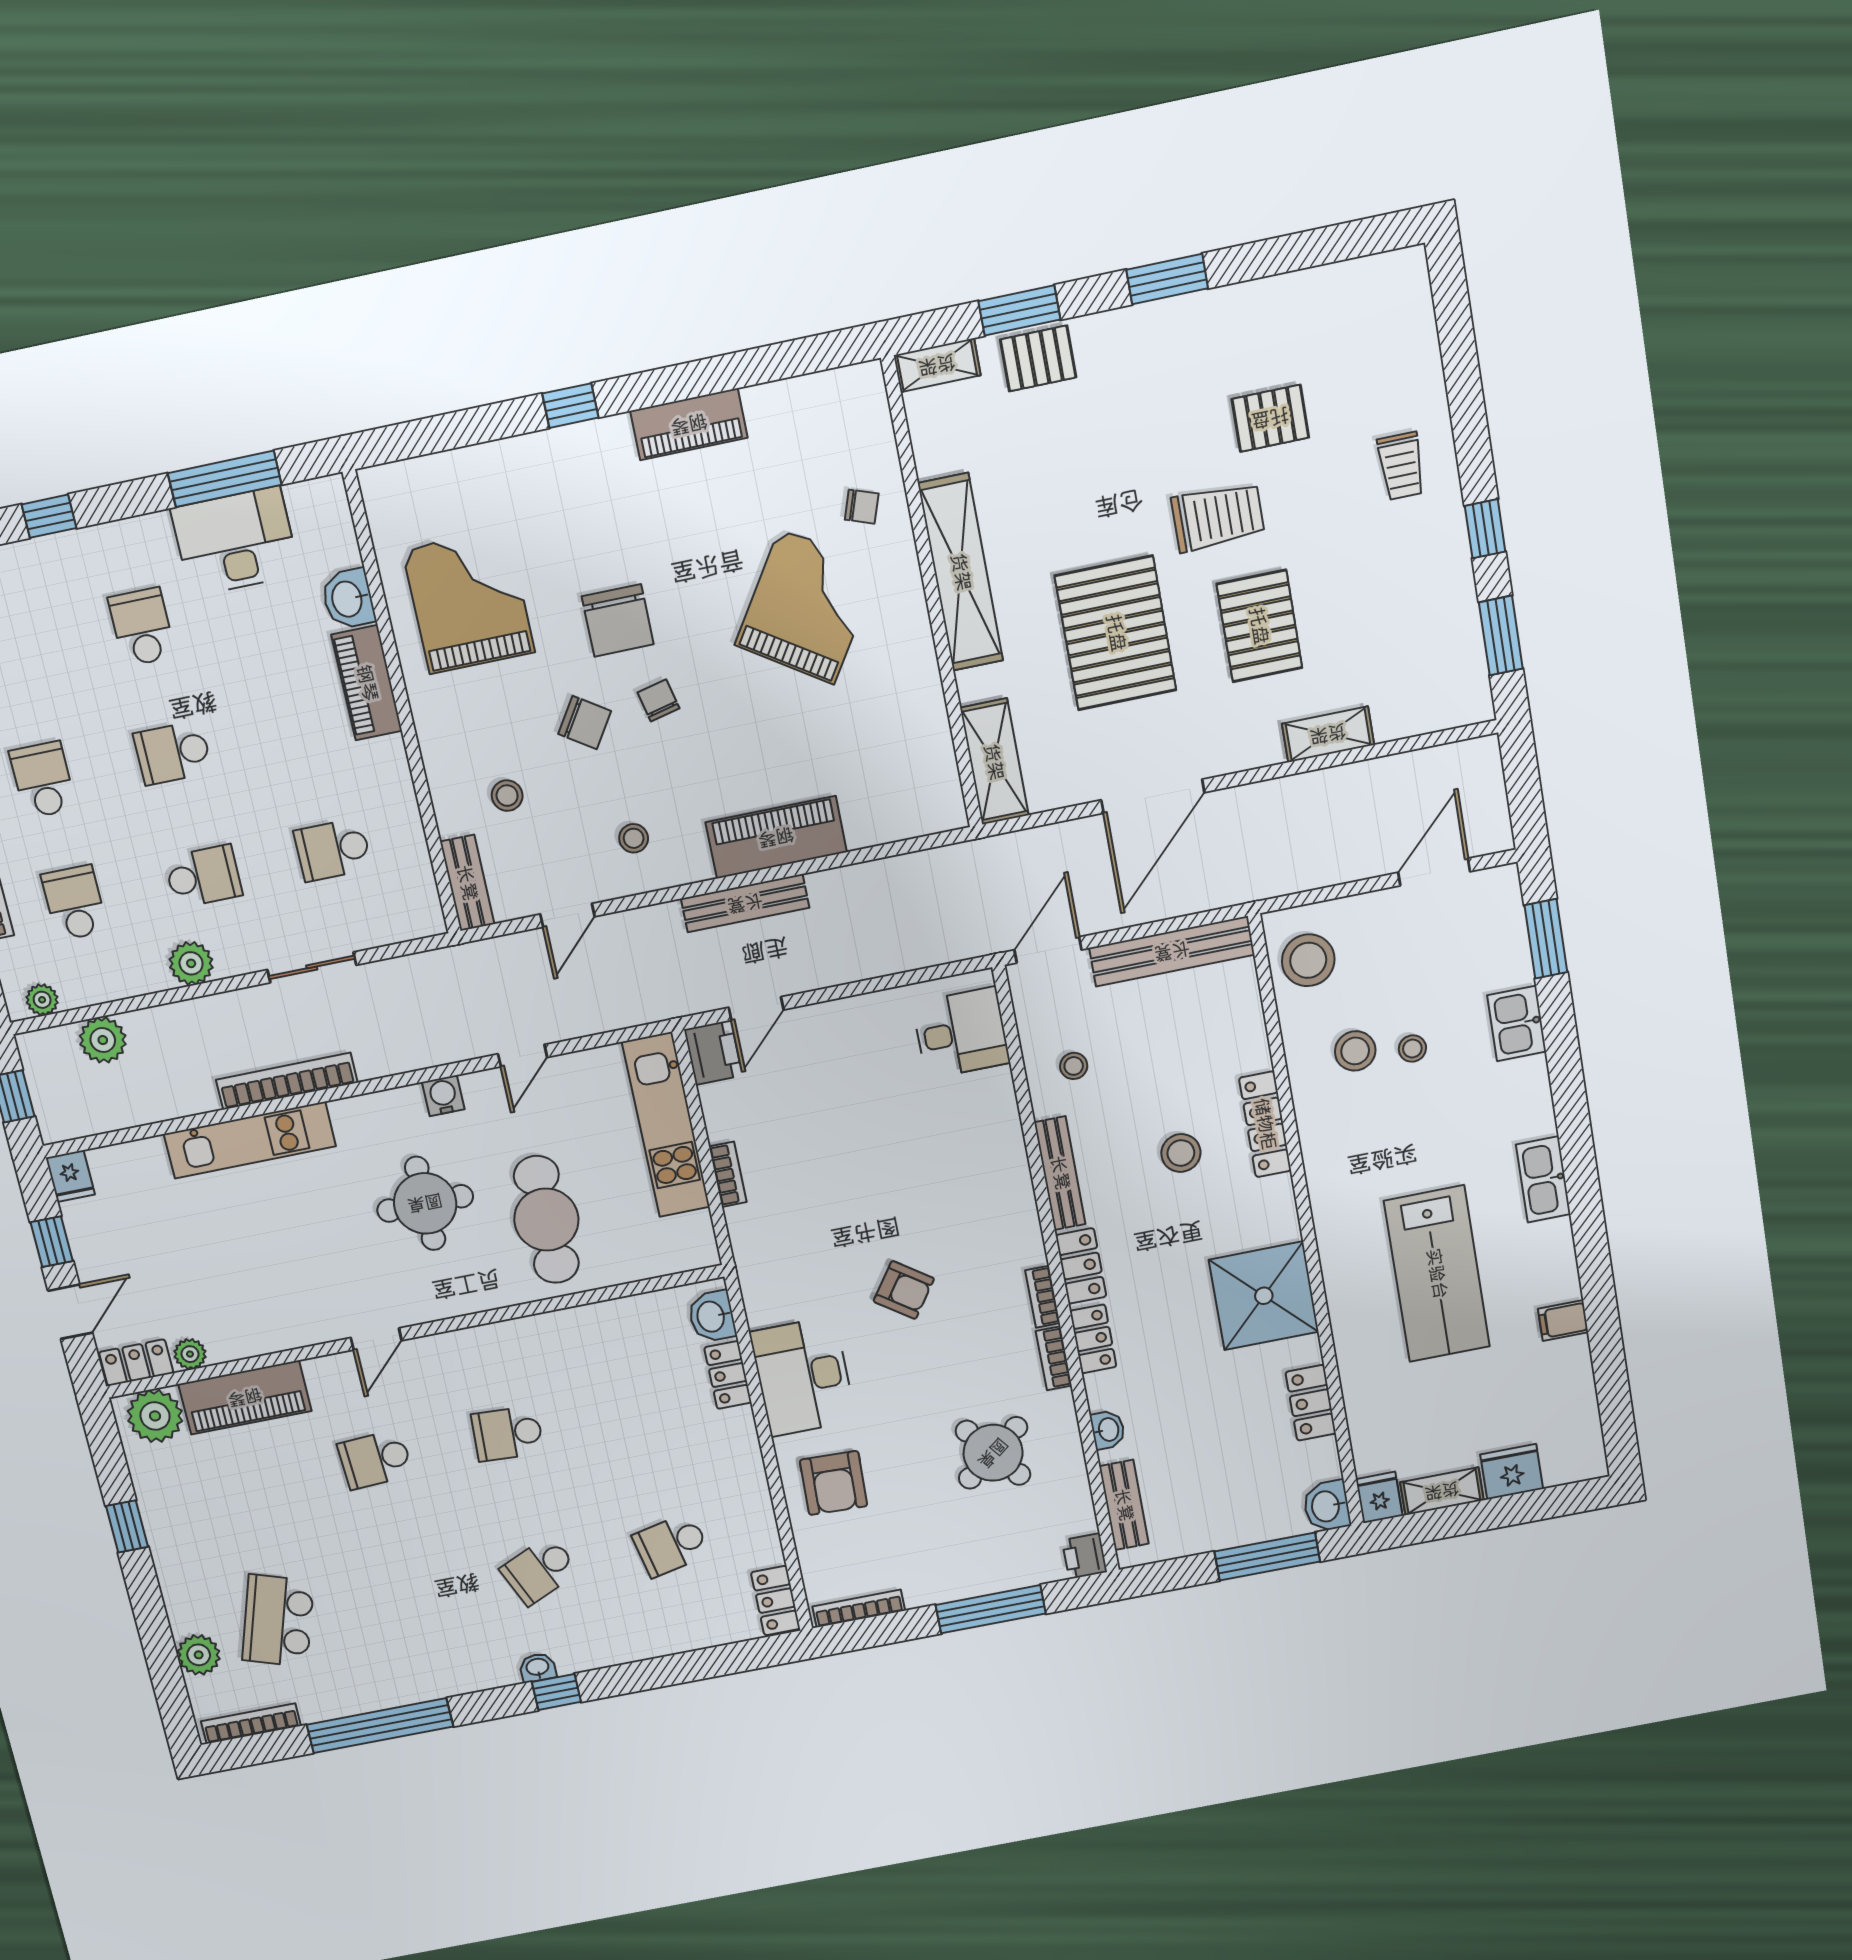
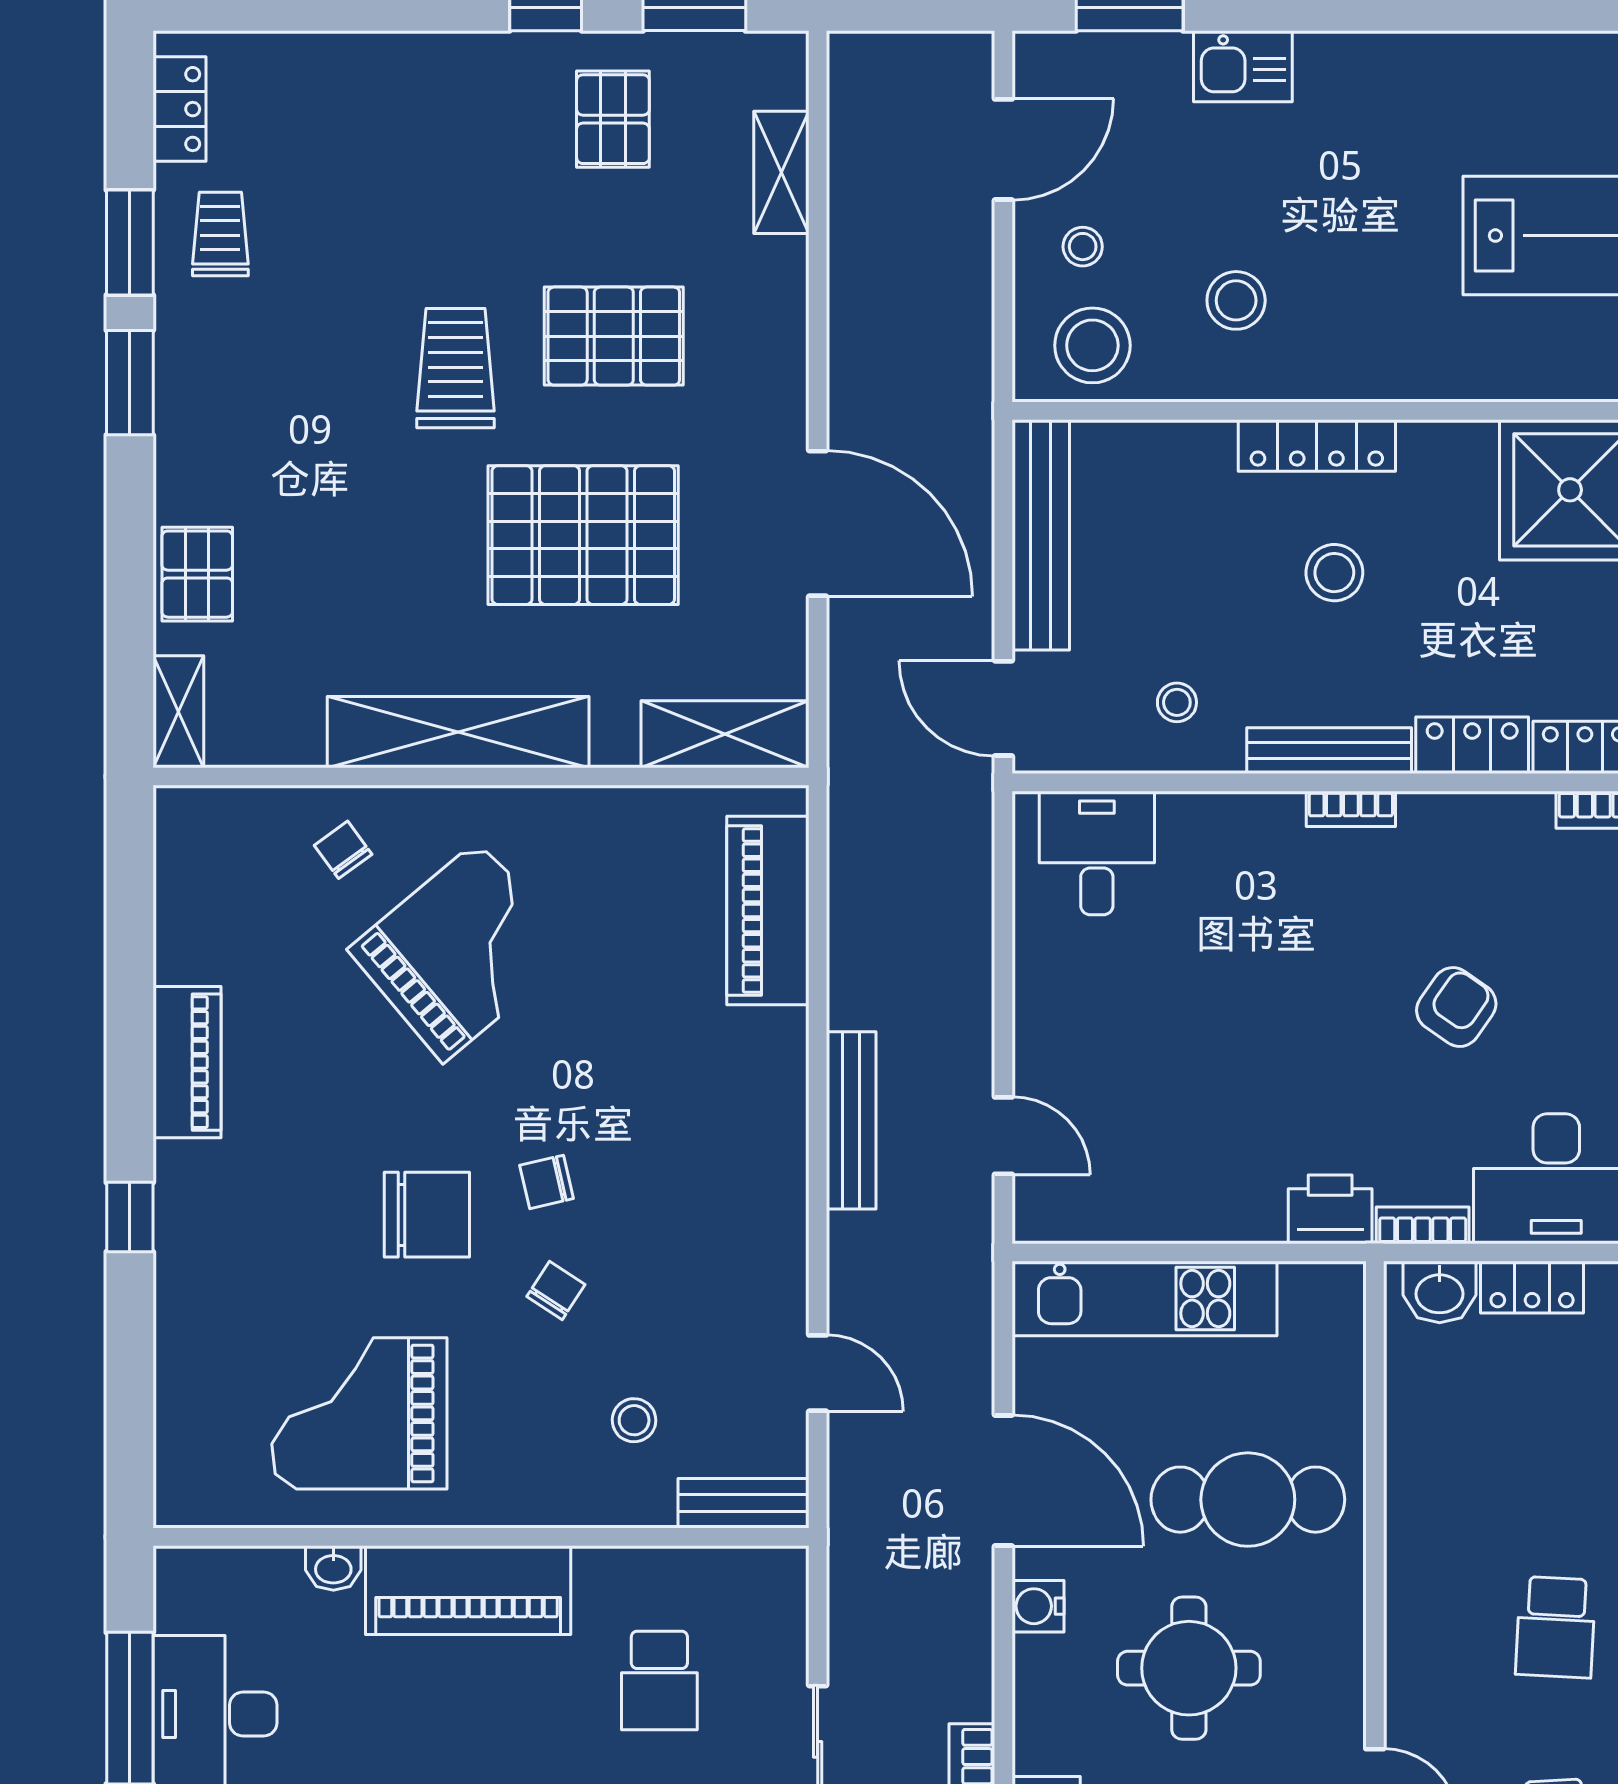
locker: (1371, 274) -> (179, 109), added
window: (1019, 310) -> (130, 243), moved
pallet: (1270, 418) -> (613, 119), moved
trolley: (1401, 466) -> (220, 234), moved, turned -90
chair: (862, 507) -> (343, 850), turned -55
washbasin: (348, 599) -> (333, 1568), width x0.72, depth x0.69
grand piano: (807, 606) -> (461, 951), turned 107
piano: (367, 683) -> (468, 1590), width x1.37, depth x1.33
chair: (585, 723) -> (556, 1290), width x0.73, depth x0.73
shelving: (1328, 734) -> (781, 172), moved
piano: (776, 837) -> (768, 911), moved
stool: (634, 838) -> (729, 1257), removed
door: (1434, 872) -> (1003, 149), swing flipped
stool: (1412, 1049) -> (1083, 247), moved
printer: (713, 1052) -> (1330, 1209), moved
door: (523, 1056) -> (1003, 1481), width x1.88
bookcase: (728, 1174) -> (1423, 1225), moved
kitchen sink: (1543, 1179) -> (1478, 62), removed
bookcase: (1043, 1297) -> (1351, 809), moved

